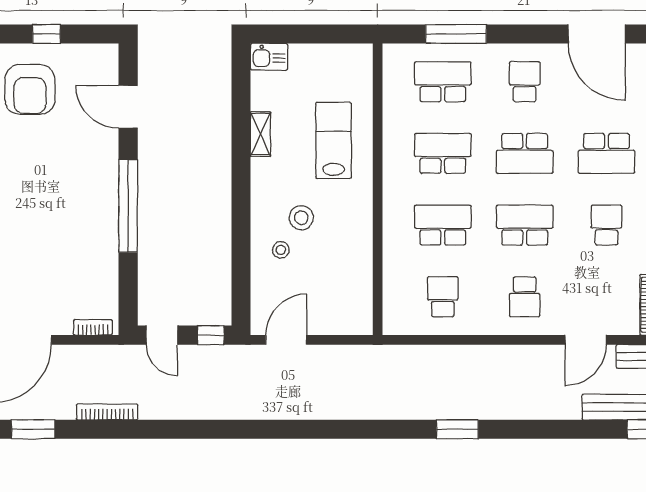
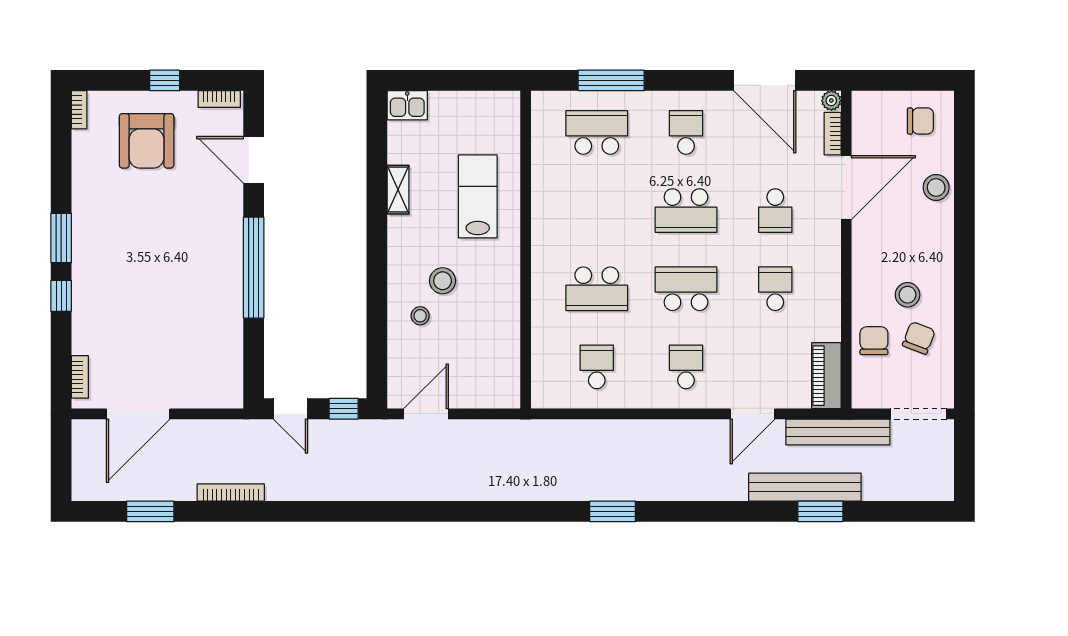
school desk: (443, 153) -> (597, 211), removed
school desk: (606, 153) -> (775, 211), width x0.54
school desk: (443, 225) -> (597, 289), turned 180
school desk: (525, 297) -> (686, 367), turned 180
bookcase: (93, 327) -> (219, 99), moved, turned 180

